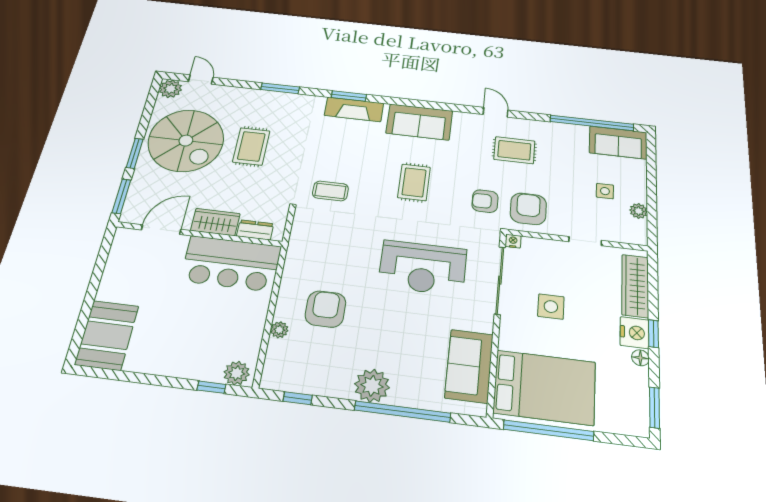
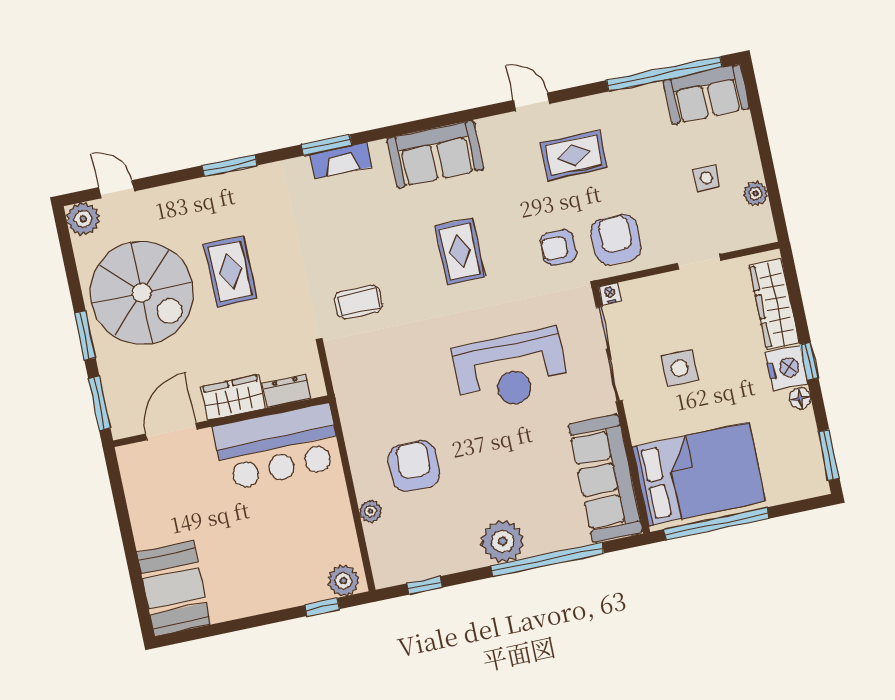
fireplace: (354, 109) -> (341, 161), width x0.73, depth x0.76
sofa: (469, 366) -> (605, 478), width x1.36

